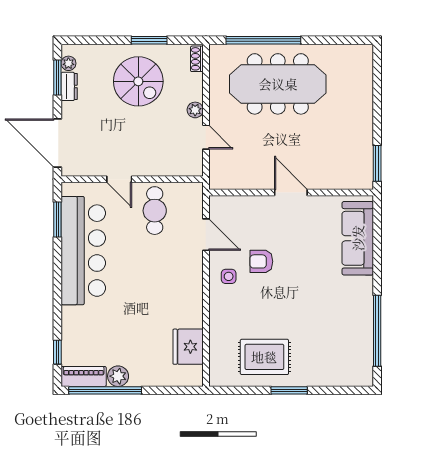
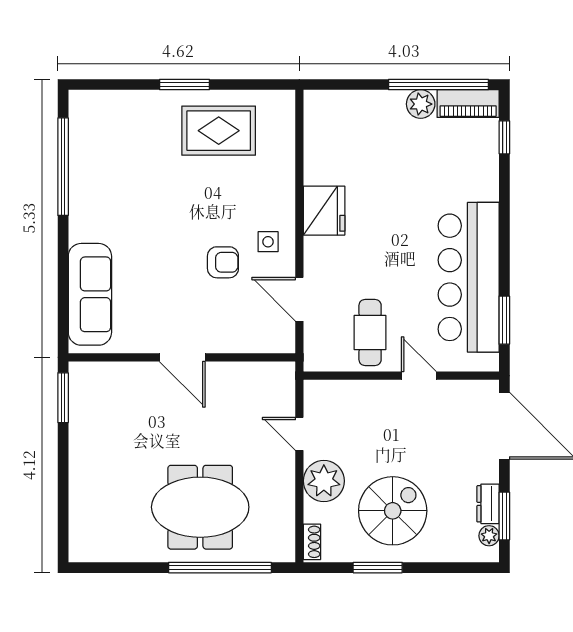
spiral stairs: (138, 81) -> (393, 511), turned 90
meeting table: (278, 84) -> (200, 507), width x0.73
plant: (195, 110) -> (324, 481), width x1.88, depth x1.88
fridge: (188, 347) -> (324, 211), moved

